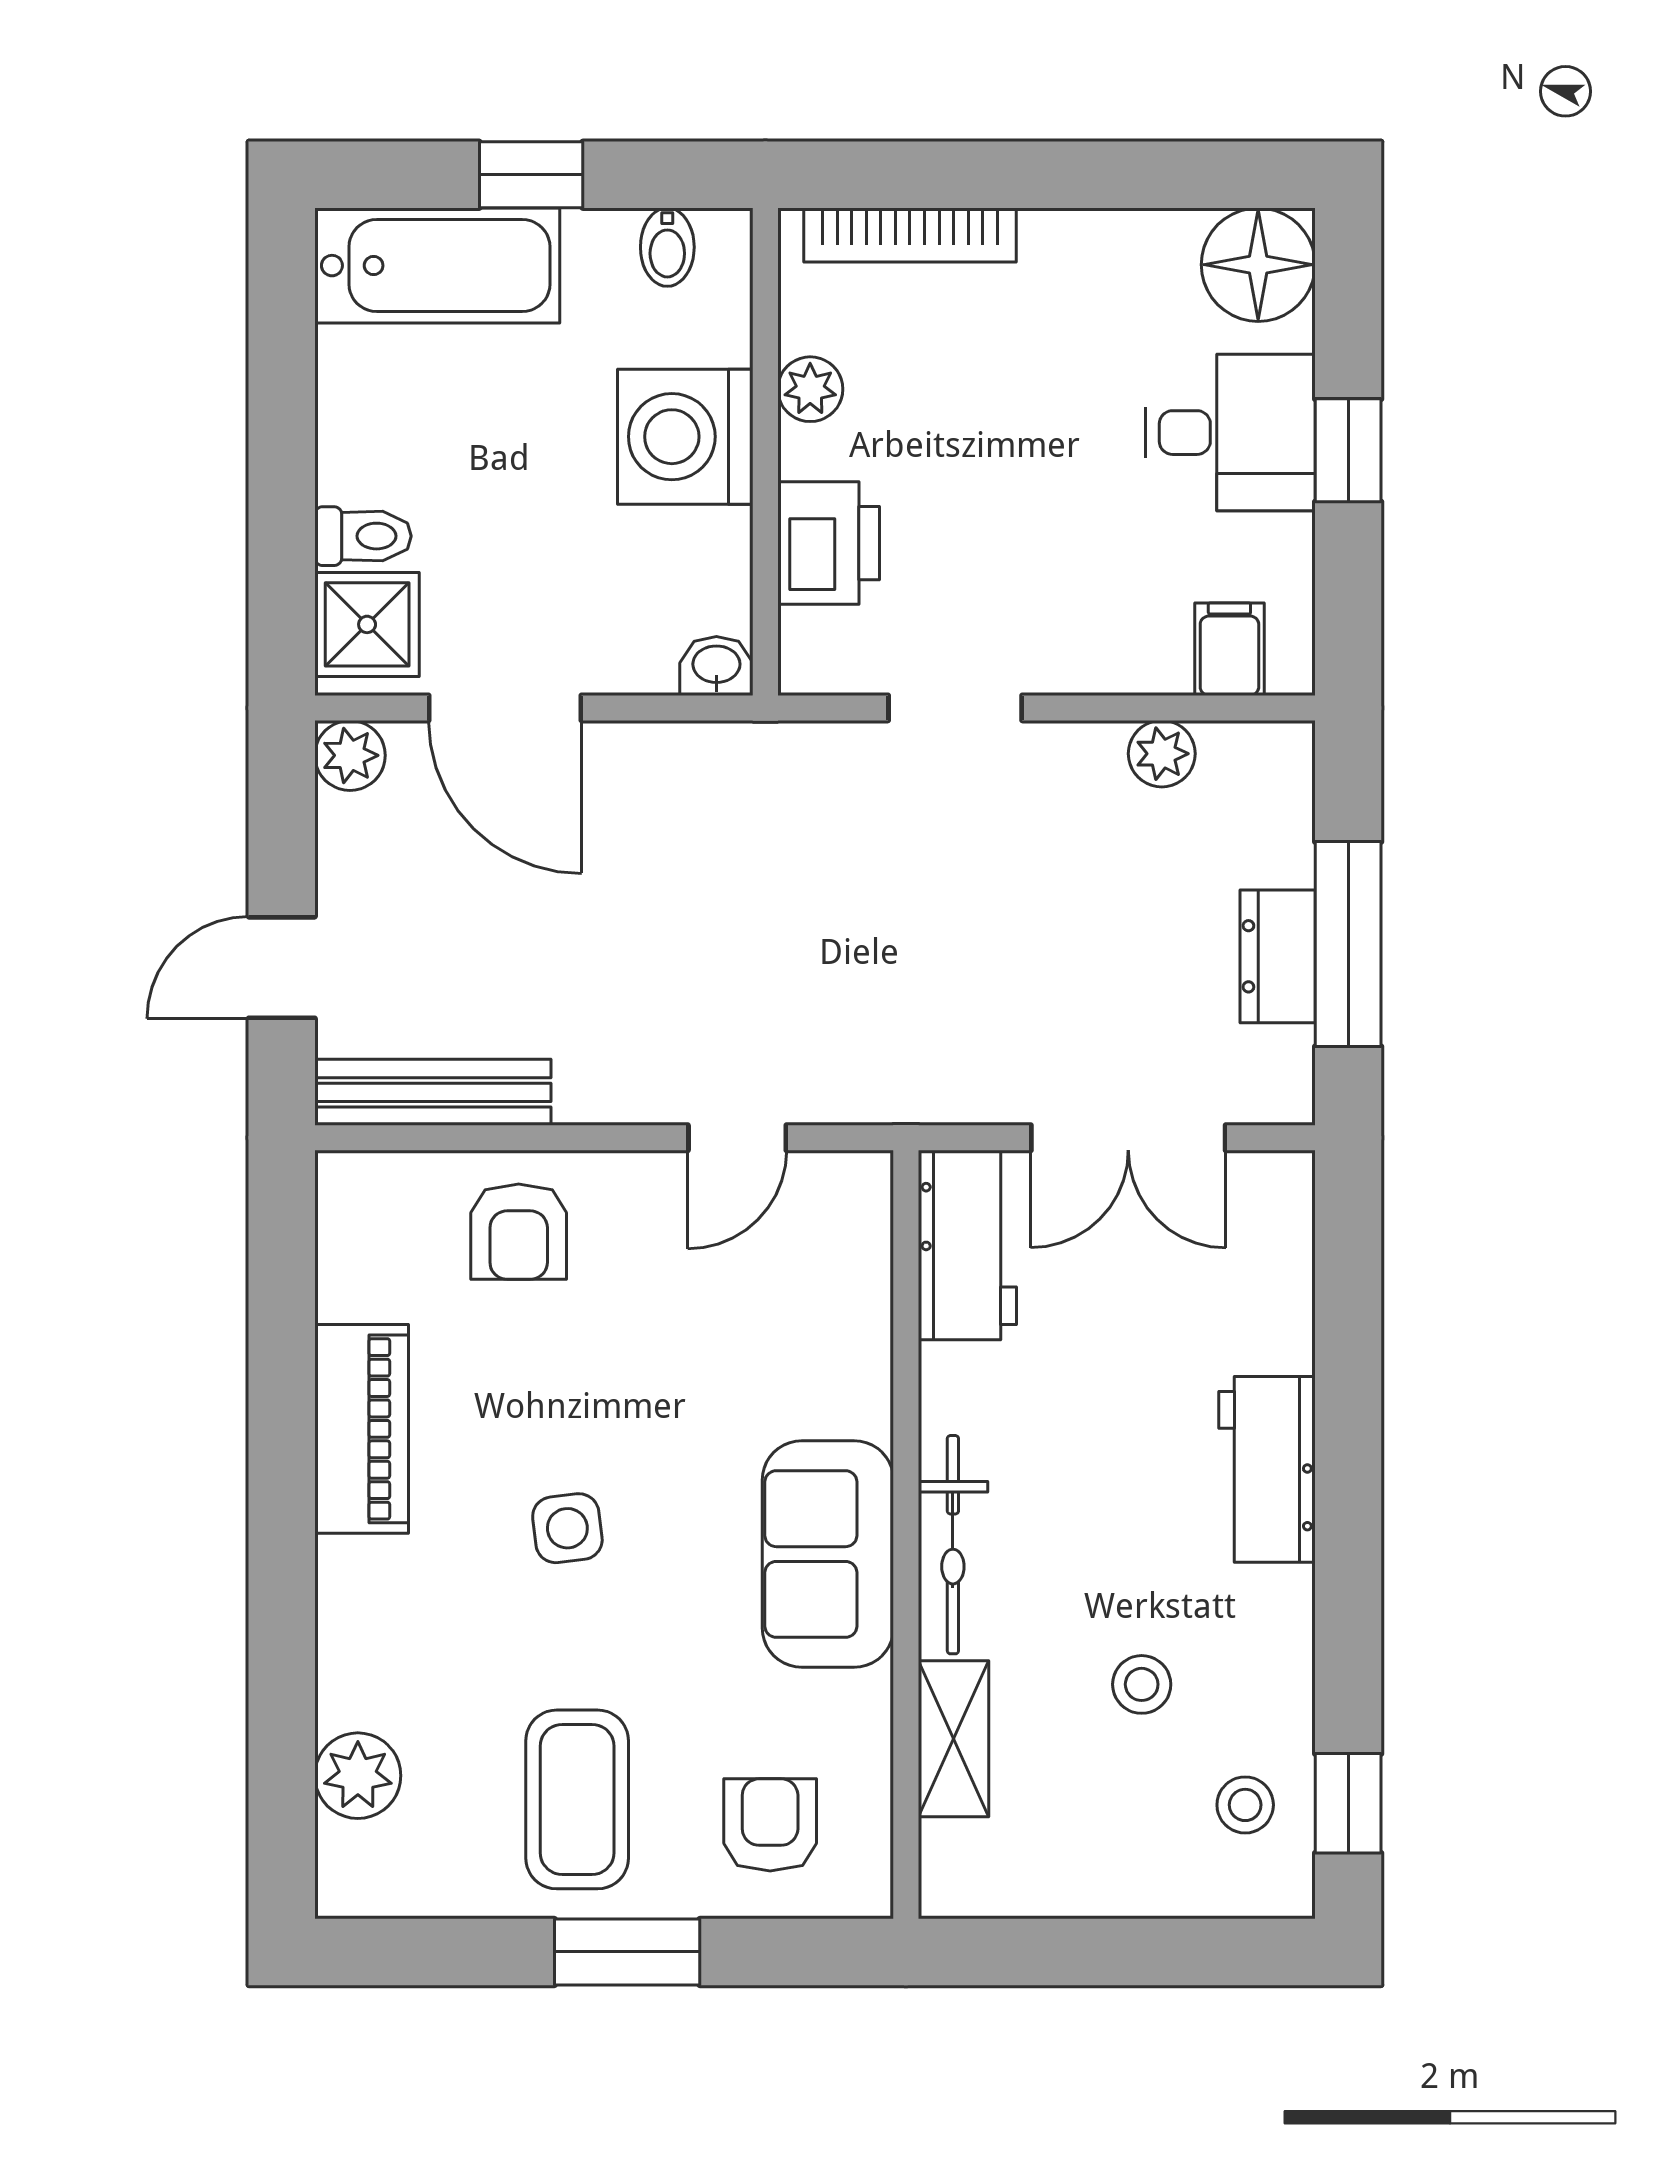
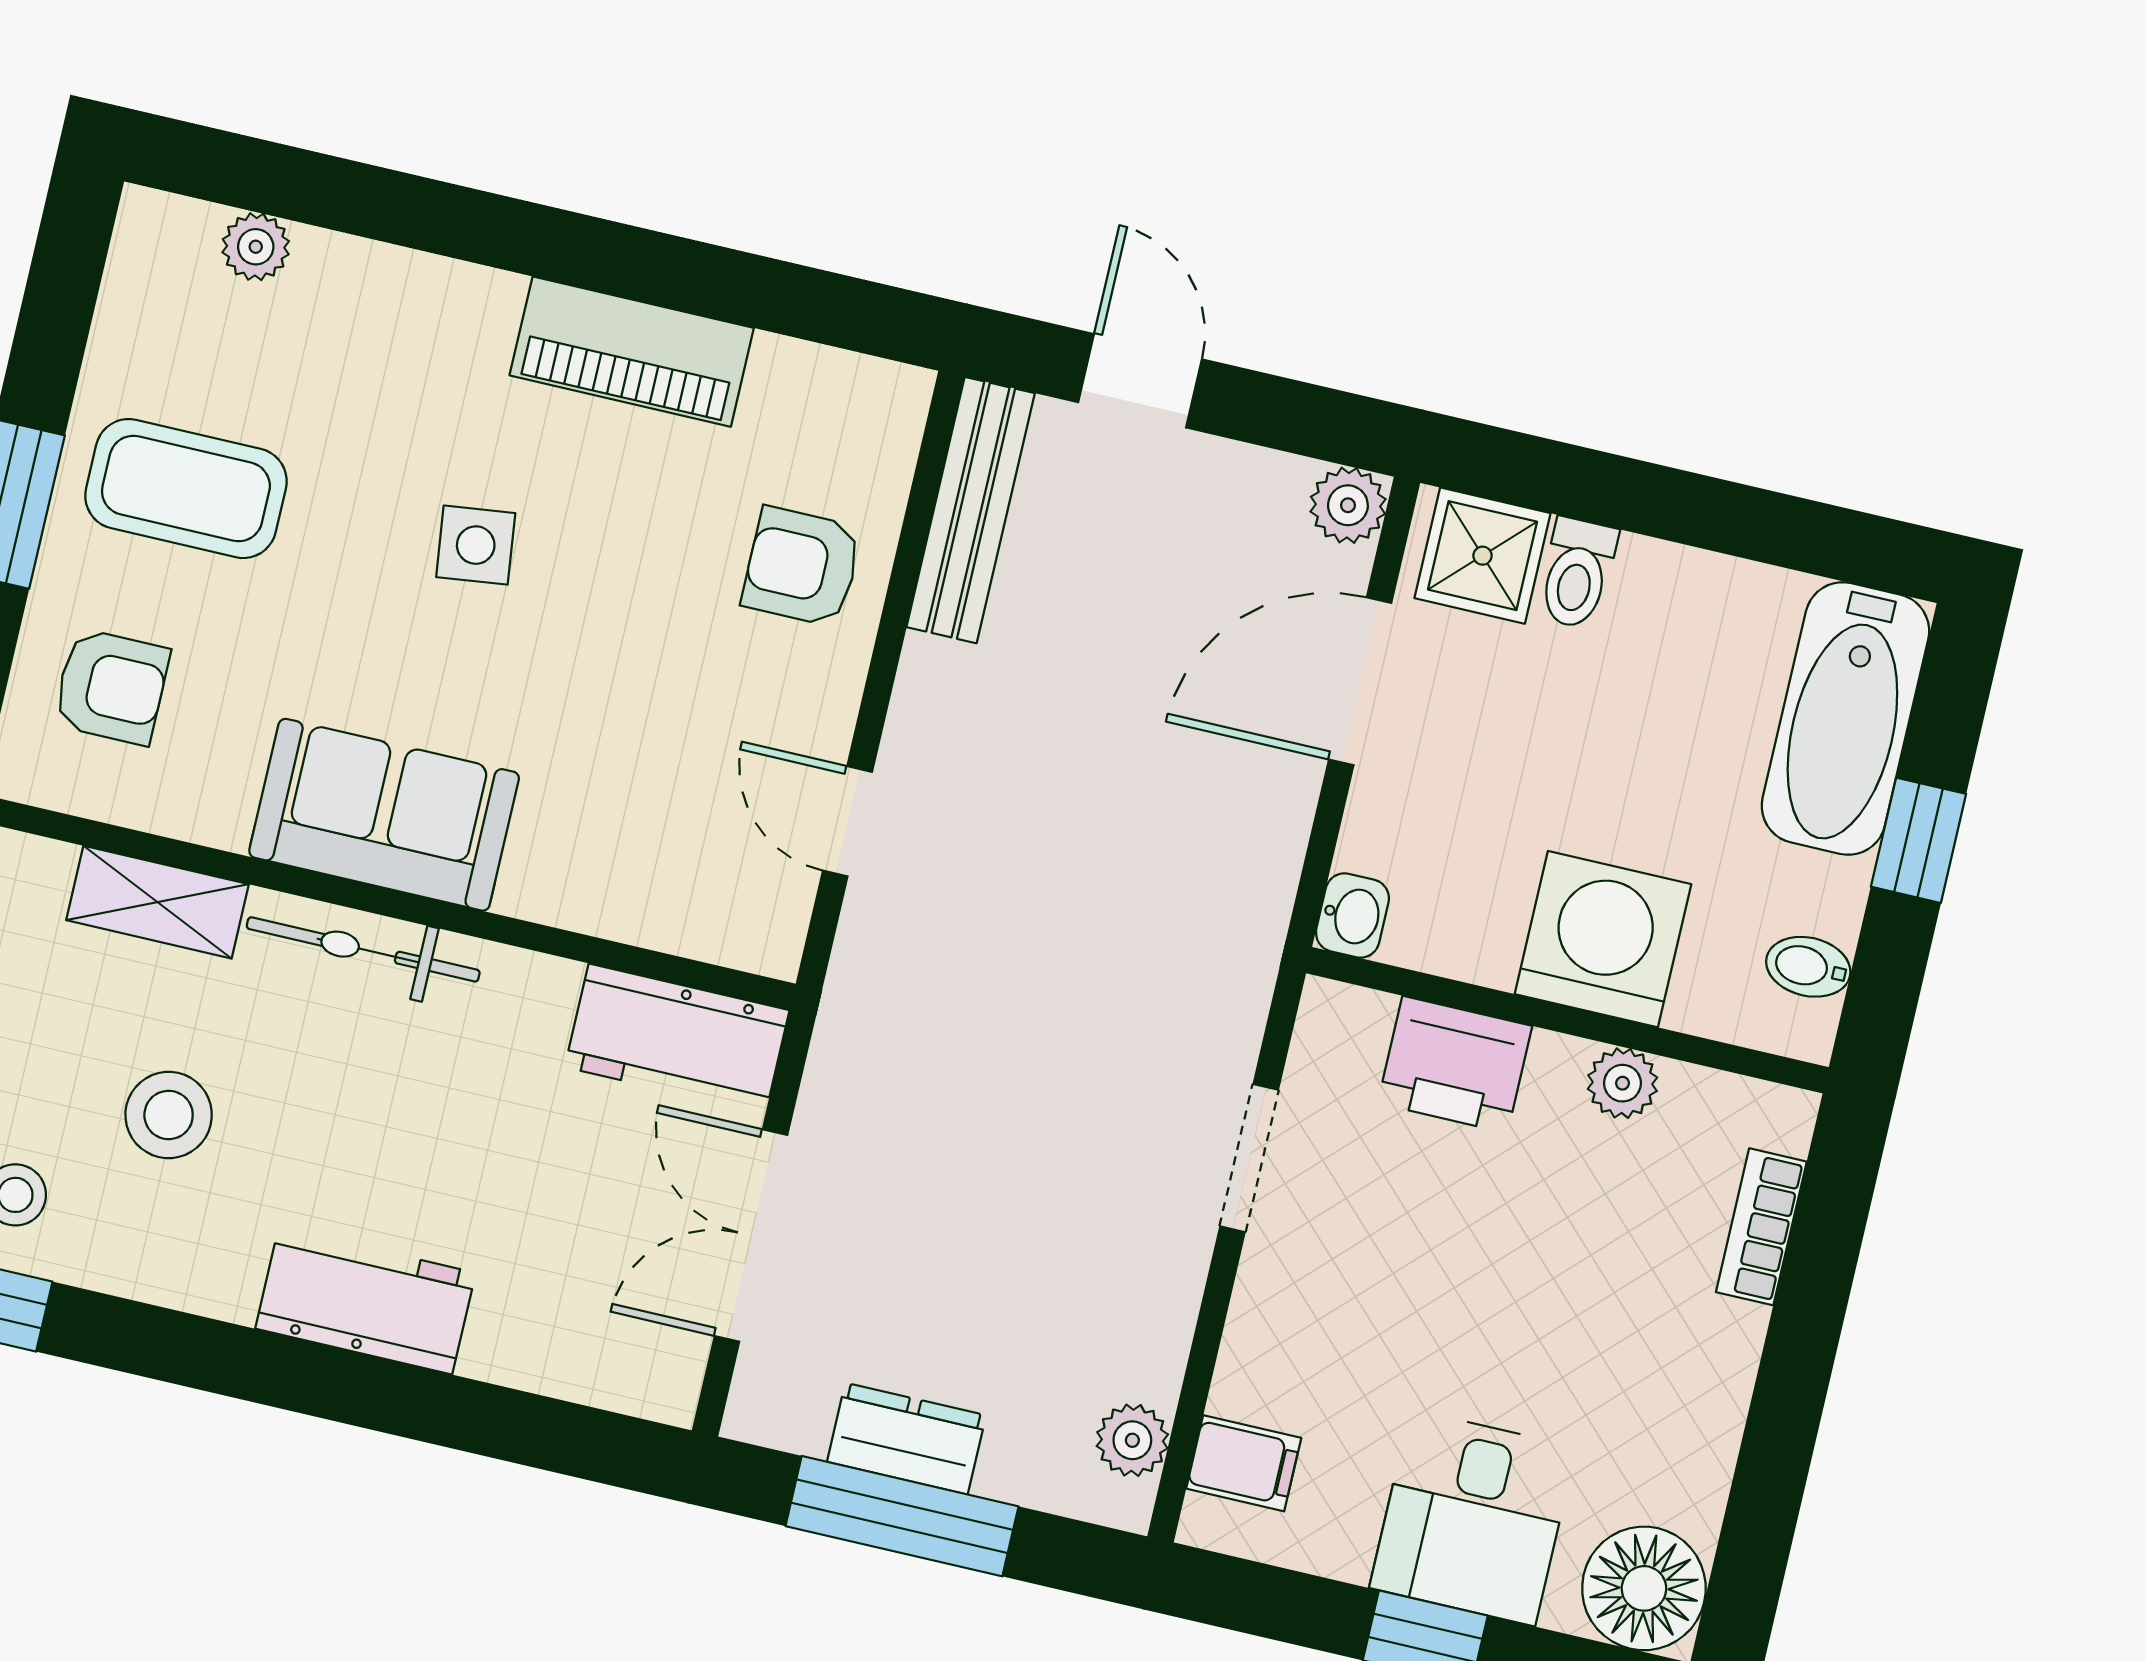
bookcase: (910, 235) -> (1761, 1227), width x0.64
plant: (1162, 754) -> (1132, 1440), moved
stool: (1142, 1684) -> (169, 1115), width x1.37, depth x1.37
plant: (358, 1776) -> (256, 247), width x0.73, depth x0.73

